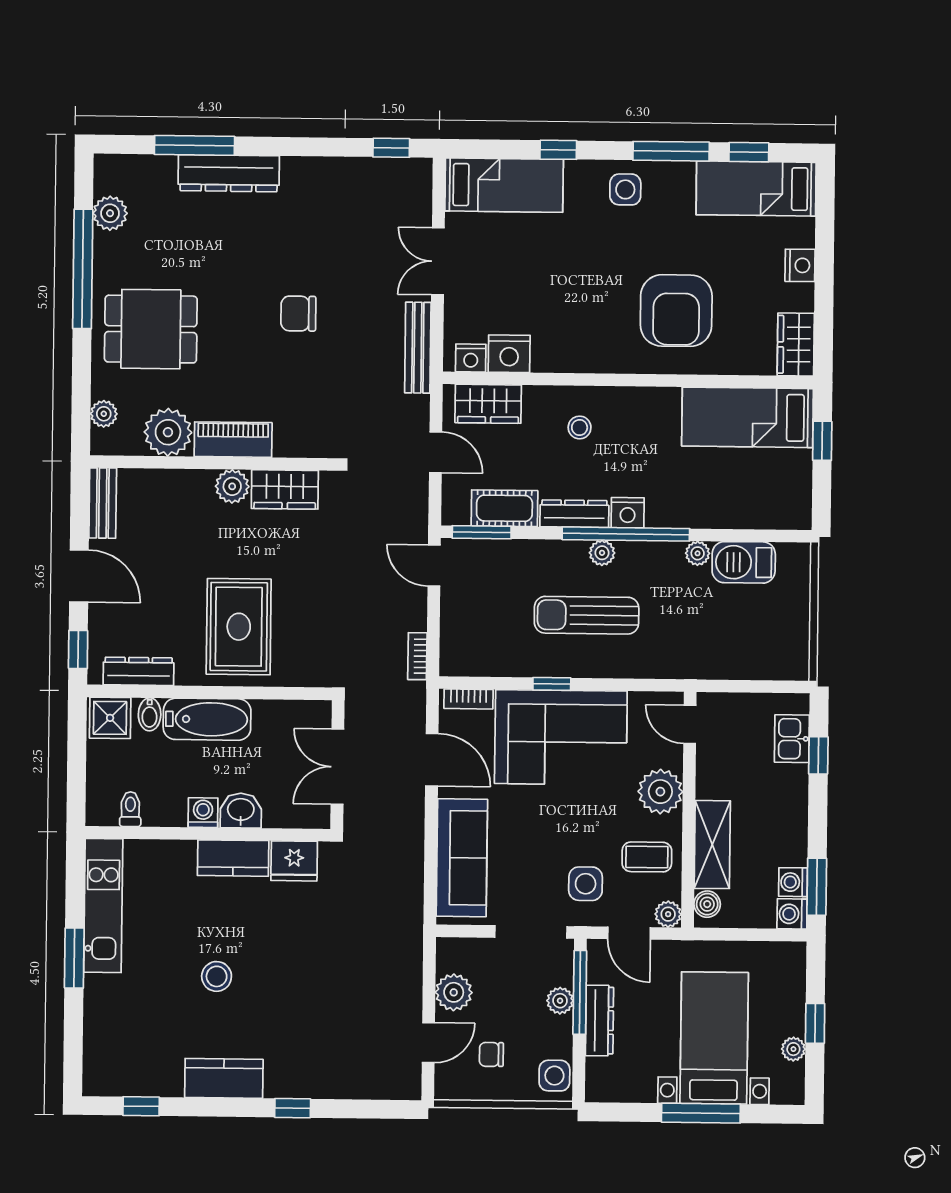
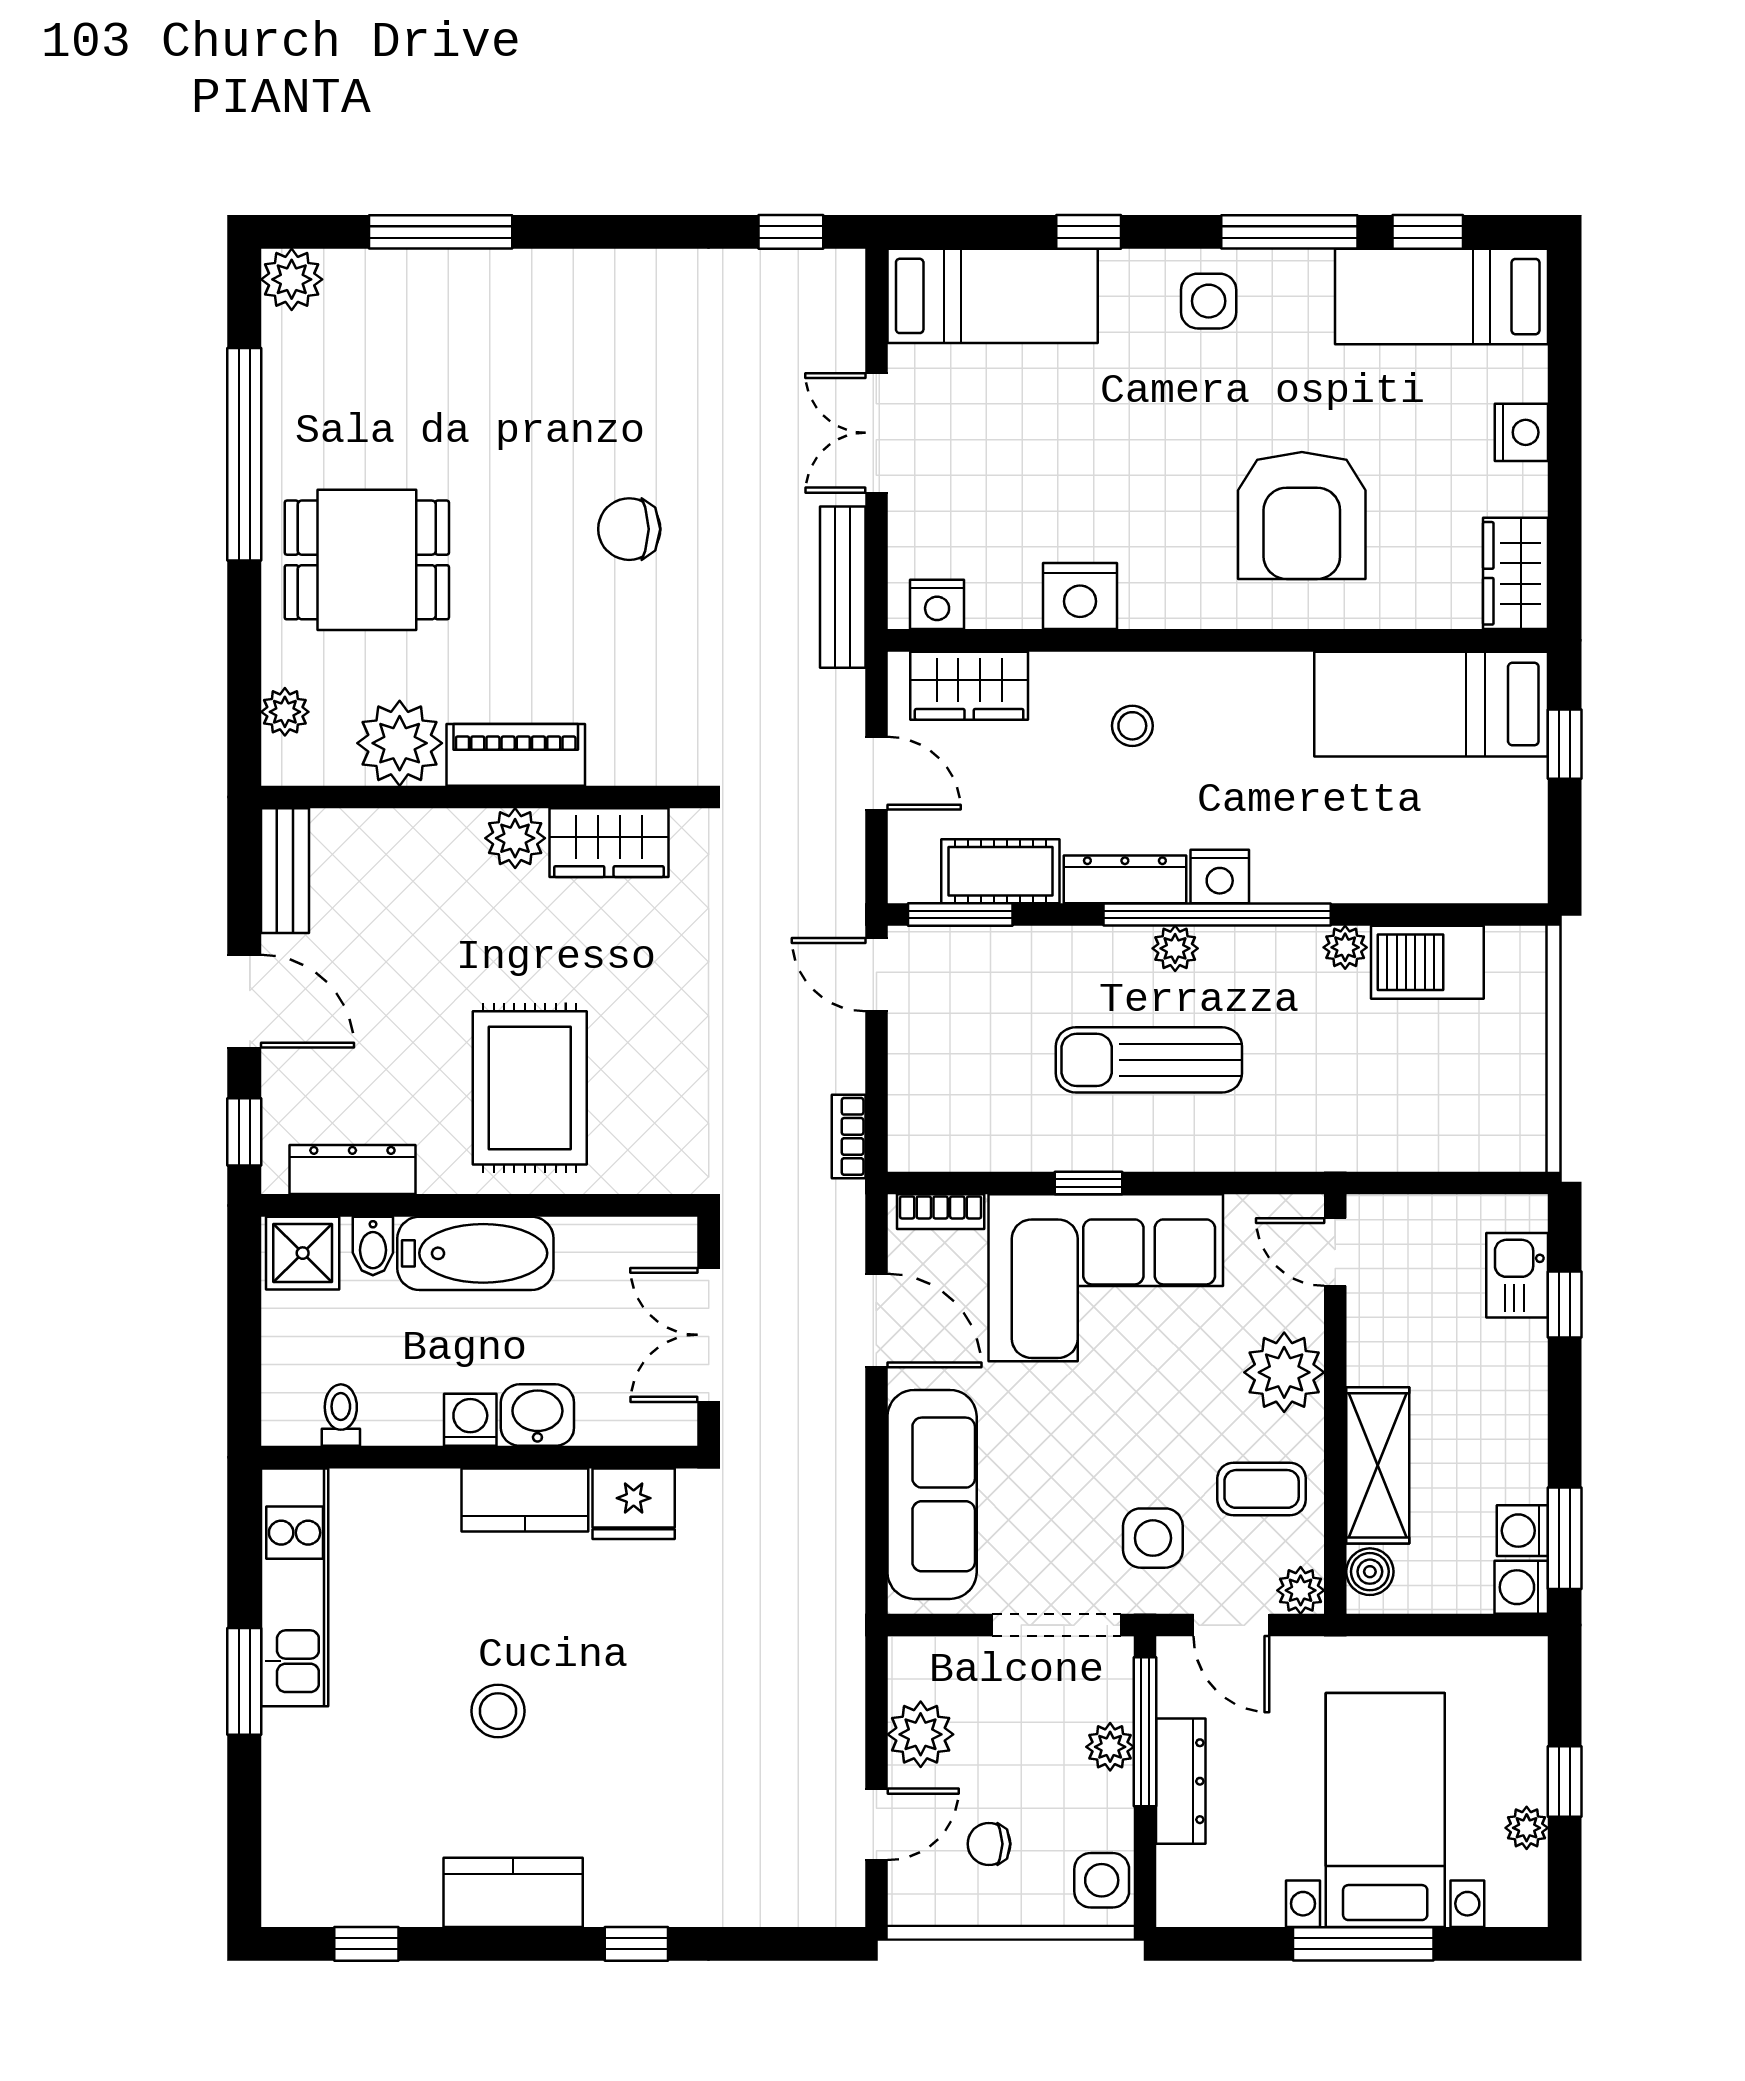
dresser: (229, 173) -> (502, 281), removed
plant: (110, 213) -> (292, 279), moved
nightstand: (509, 354) -> (1080, 596), moved

